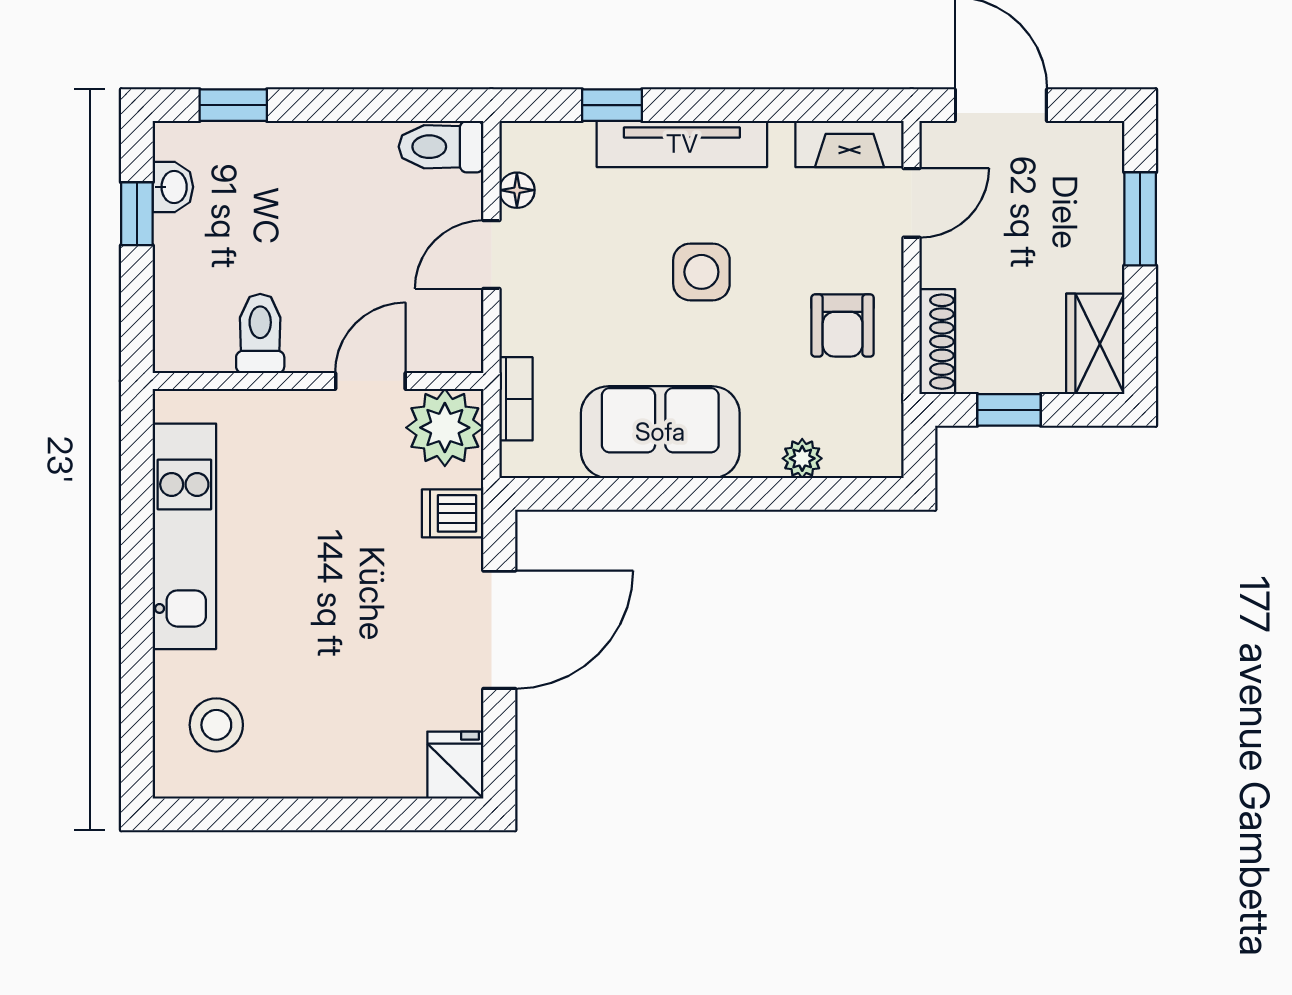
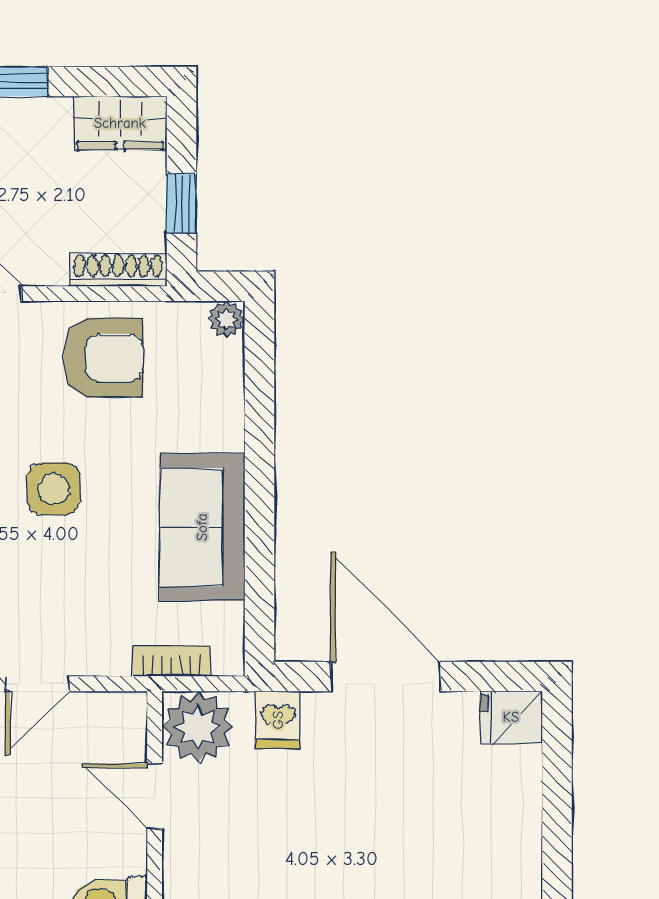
door: (491, 255) -> (37, 684), hinge flipped
armchair: (843, 325) -> (103, 358), width x1.38, depth x1.38
plant: (802, 458) -> (227, 319), moved

